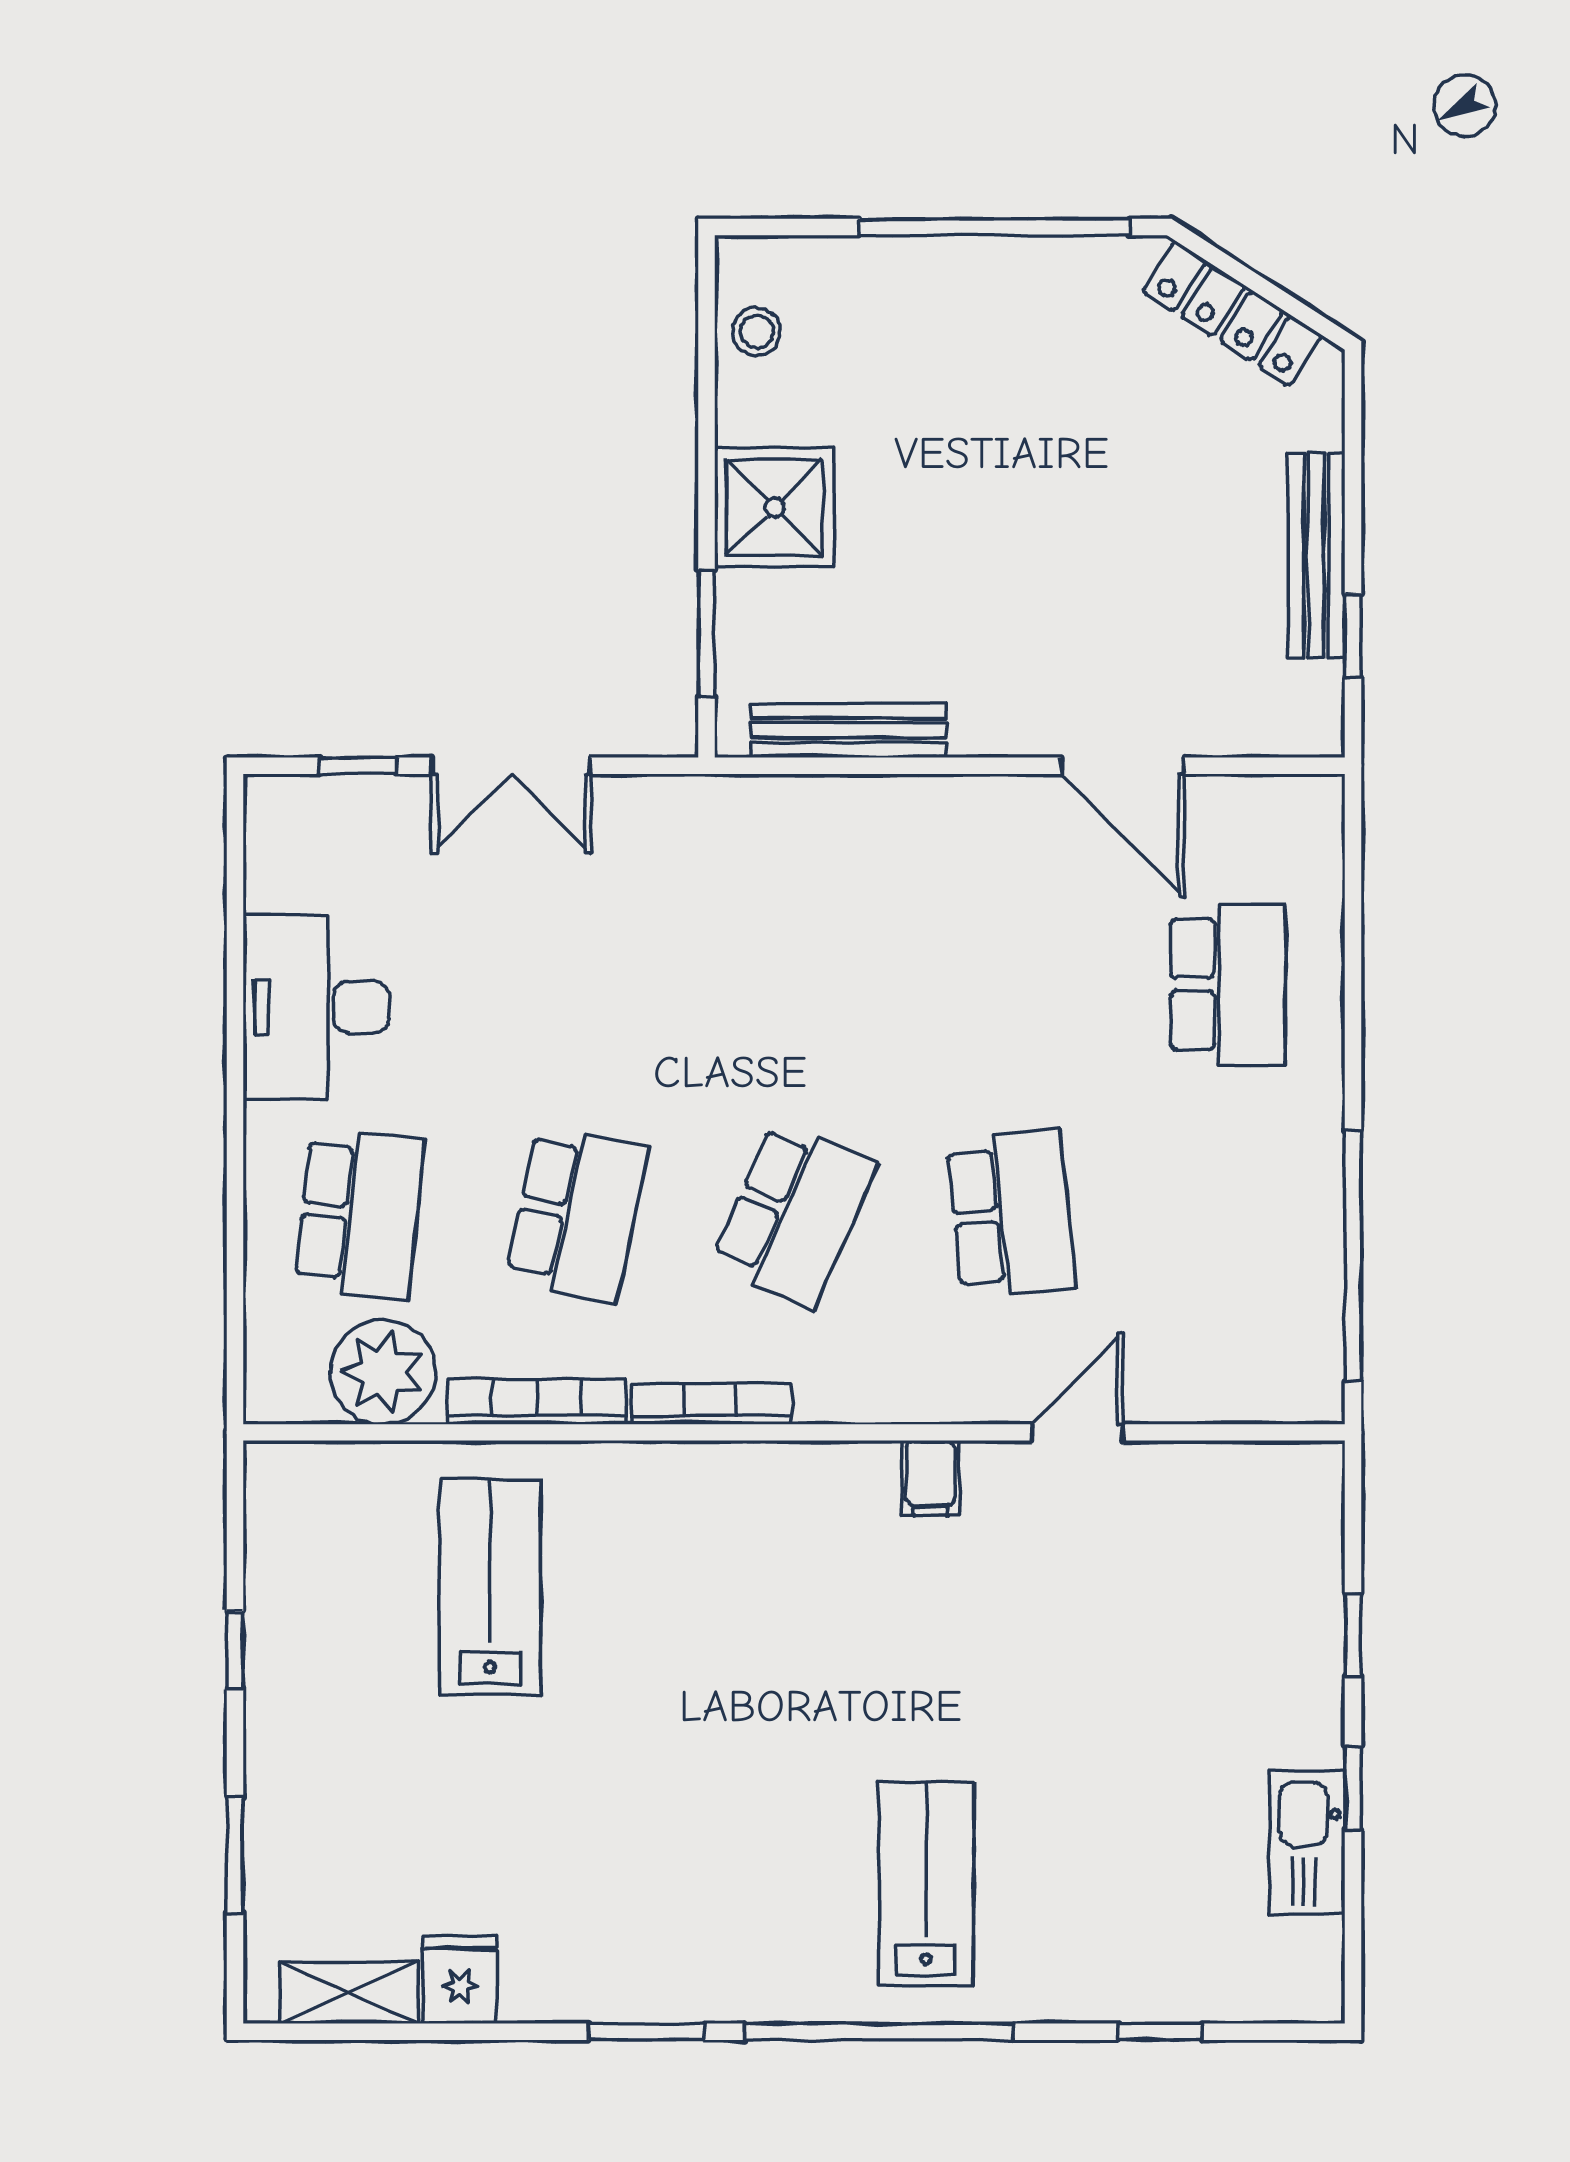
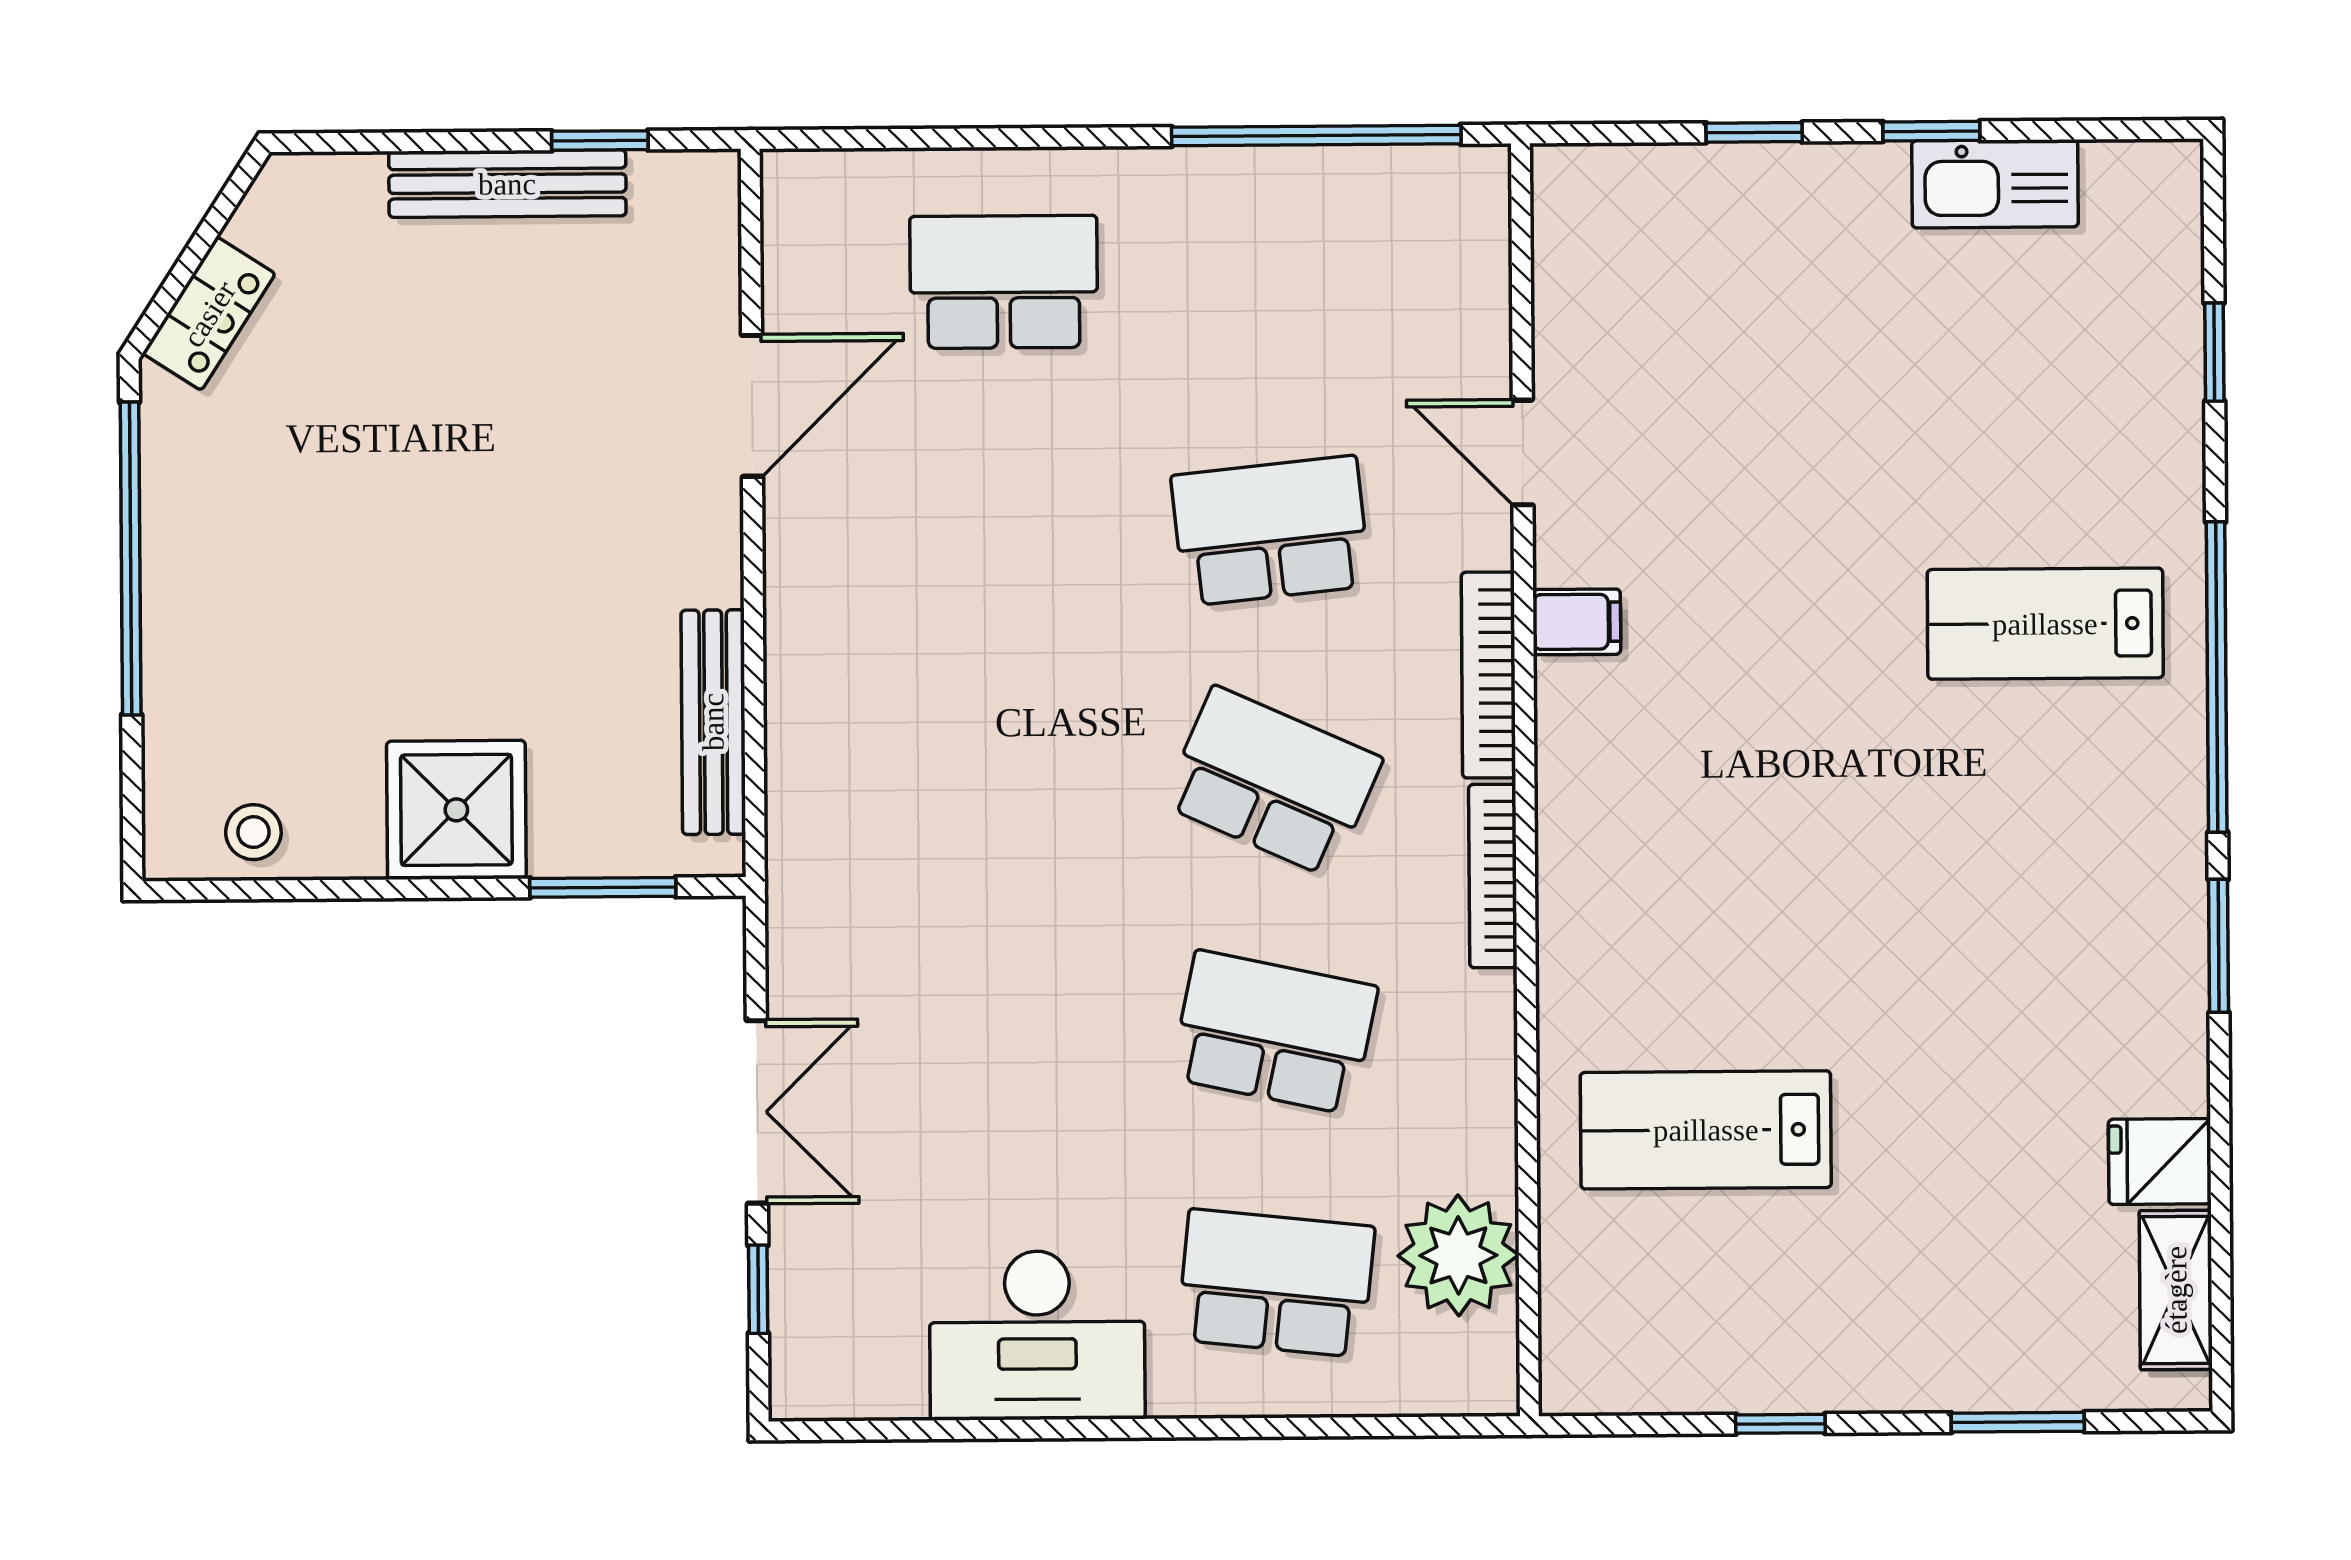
locker: (1232, 313) -> (209, 314), width x0.66
bookcase: (537, 1401) -> (1488, 675), moved

